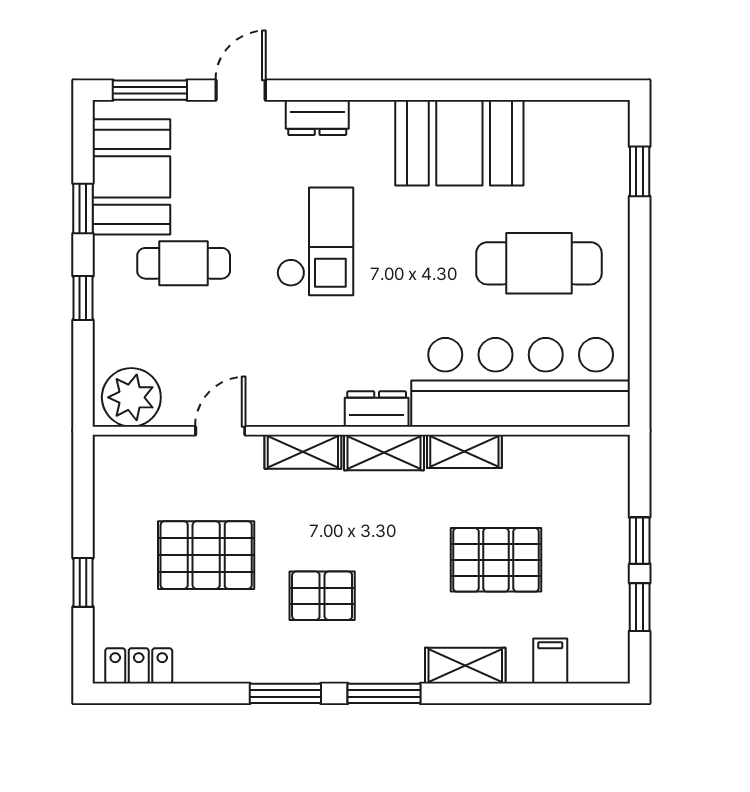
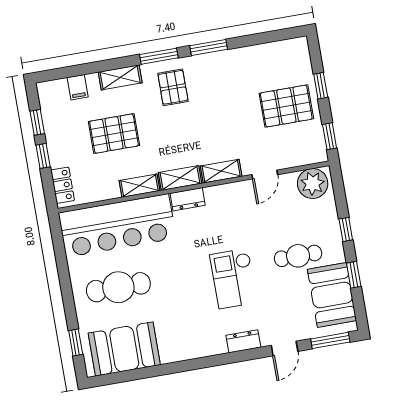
booth: (459, 143) -> (124, 349), moved
window: (83, 483) -> (330, 136), added
pallet: (206, 555) -> (286, 106), moved
pallet: (322, 596) -> (173, 87), moved, turned 90
locker: (139, 666) -> (63, 185), moved, turned -90

